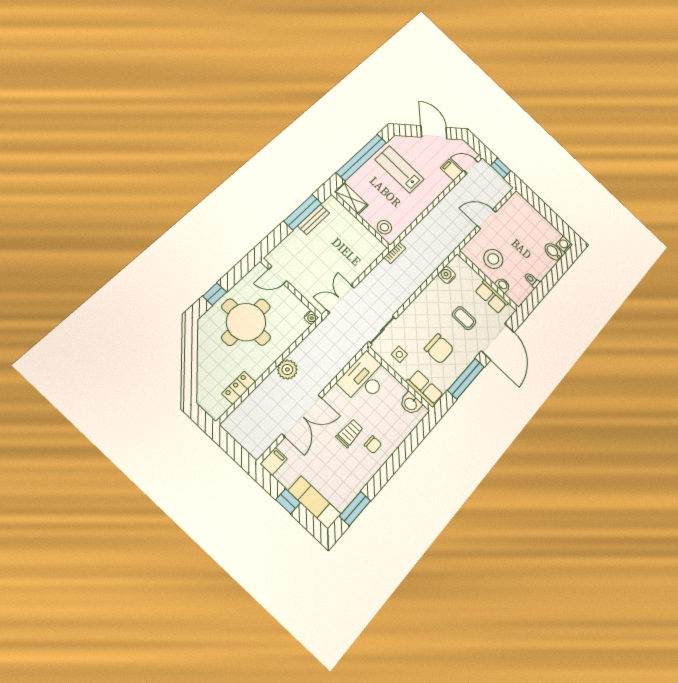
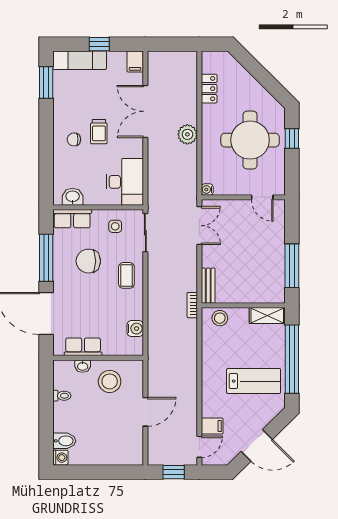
bench: (314, 220) -> (208, 286), moved
door: (278, 275) -> (262, 197), swing flipped
coffee table: (464, 318) -> (126, 275), moved, turned 90

